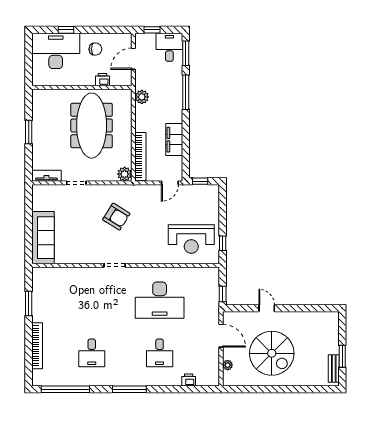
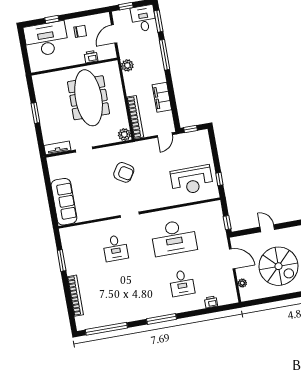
desk: (92, 353) -> (115, 248), moved

